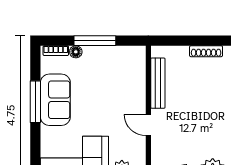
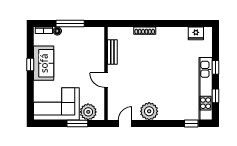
bench: (158, 83) -> (112, 52), width x0.73
window: (35, 102) -> (30, 64), width x0.46

